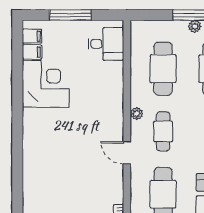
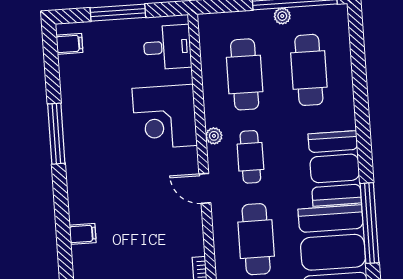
filing cabinet: (32, 52) -> (83, 234), moved
corner desk: (46, 84) -> (165, 117), moved, turned 180
window: (17, 103) -> (56, 134), added

